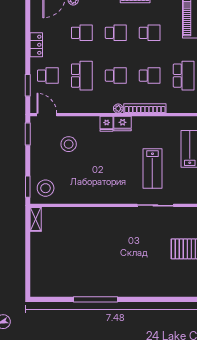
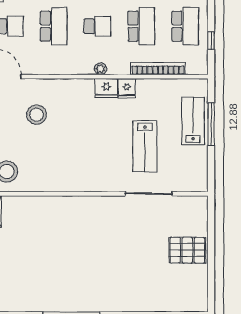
school desk: (150, 76) -> (141, 26), width x1.85
bookcase: (145, 108) -> (158, 69), moved
fridge: (107, 124) -> (127, 88), moved

